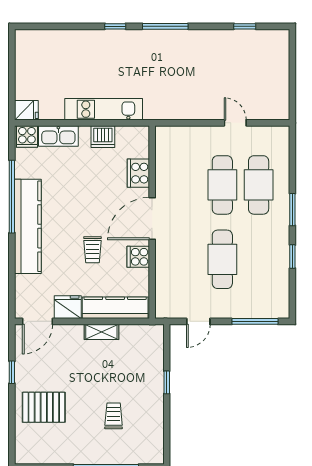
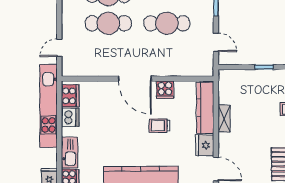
kitchen unit: (104, 109) -> (49, 106), width x1.36
door: (235, 123) -> (59, 48), moved
cooker: (138, 173) -> (70, 96), moved, turned -90
trolley: (93, 250) -> (159, 126), turned 180

